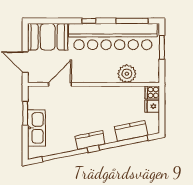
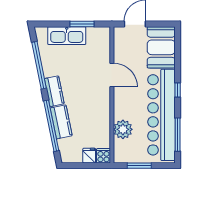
window: (162, 47) -> (139, 166), moved
door: (60, 84) -> (112, 75), moved
kitchen counter: (131, 131) -> (61, 122), moved

